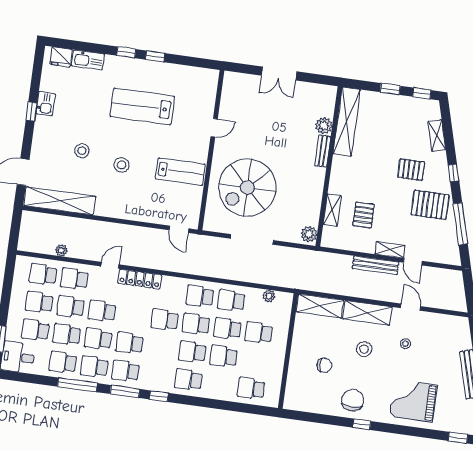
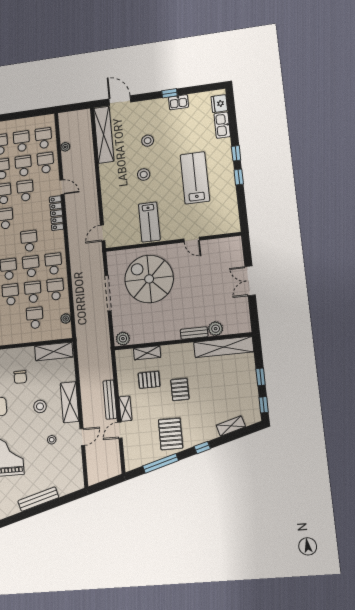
pallet: (411, 170) -> (180, 389), moved
shelving: (320, 306) -> (54, 351), moved, turned 90

